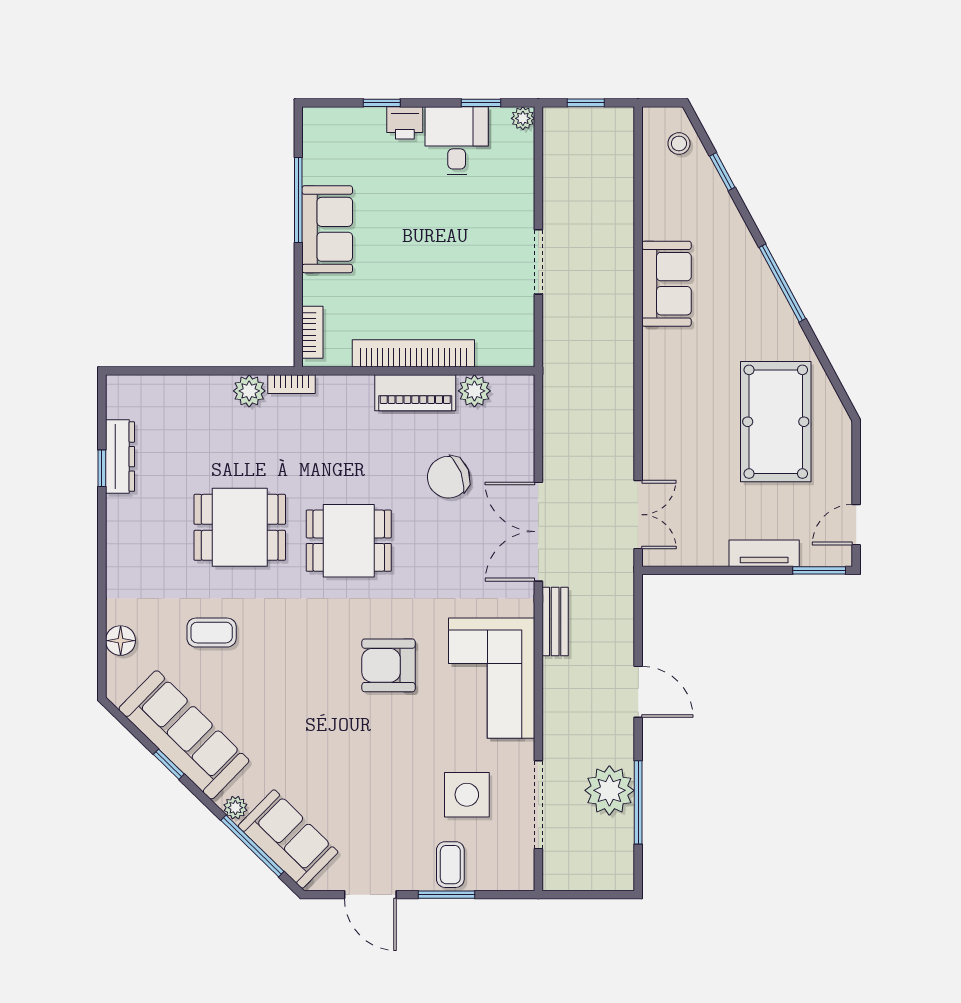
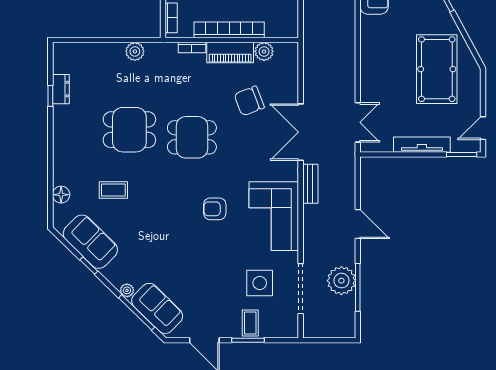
bookcase: (292, 384) -> (192, 48), moved
dresser: (120, 457) -> (61, 89), width x0.70
tv unit: (764, 553) -> (422, 145), width x1.41
armchair: (389, 665) -> (215, 209), width x0.72, depth x0.72
sofa: (184, 735) -> (90, 242), width x0.73

